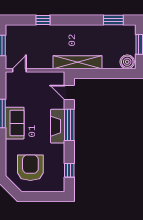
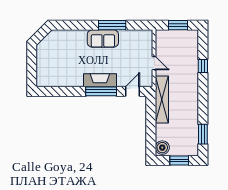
door: (19, 70) -> (154, 63), moved
armchair: (30, 168) -> (60, 54), removed
window: (69, 170) -> (57, 91), removed

